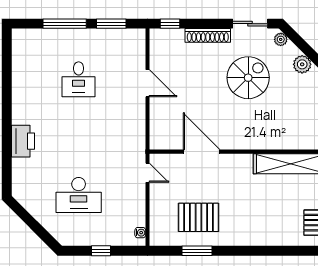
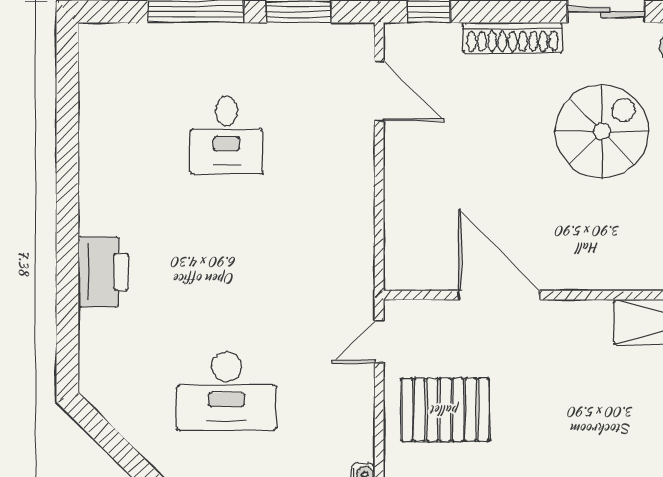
door: (148, 83) -> (379, 91), moved
door: (148, 173) -> (379, 342), swing flipped
pallet: (198, 217) -> (445, 410), moved

